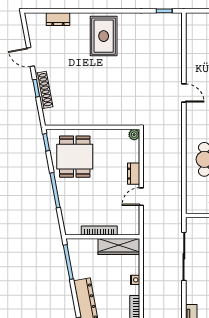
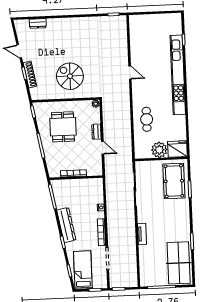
rug: (104, 36) -> (71, 34), removed
spiral stairs: (100, 95) -> (70, 76), added
dining table: (75, 157) -> (63, 127), moved
door: (141, 197) -> (103, 148), swing flipped
wardrobe: (119, 247) -> (88, 184), removed

